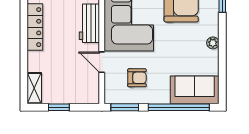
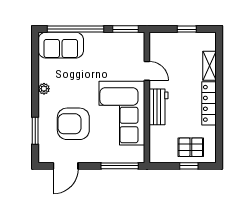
armchair: (137, 78) -> (114, 56), removed
shelving: (34, 88) -> (210, 66), moved

